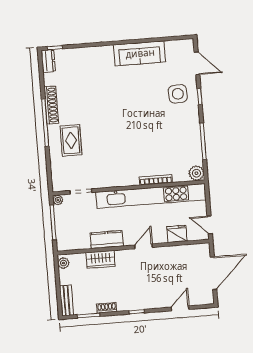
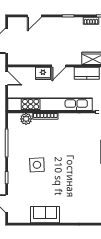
sofa: (140, 53) -> (45, 215), width x0.73
side table: (178, 94) -> (37, 165), moved
plant: (196, 173) -> (26, 119), moved
fridge: (177, 234) -> (43, 73), moved

